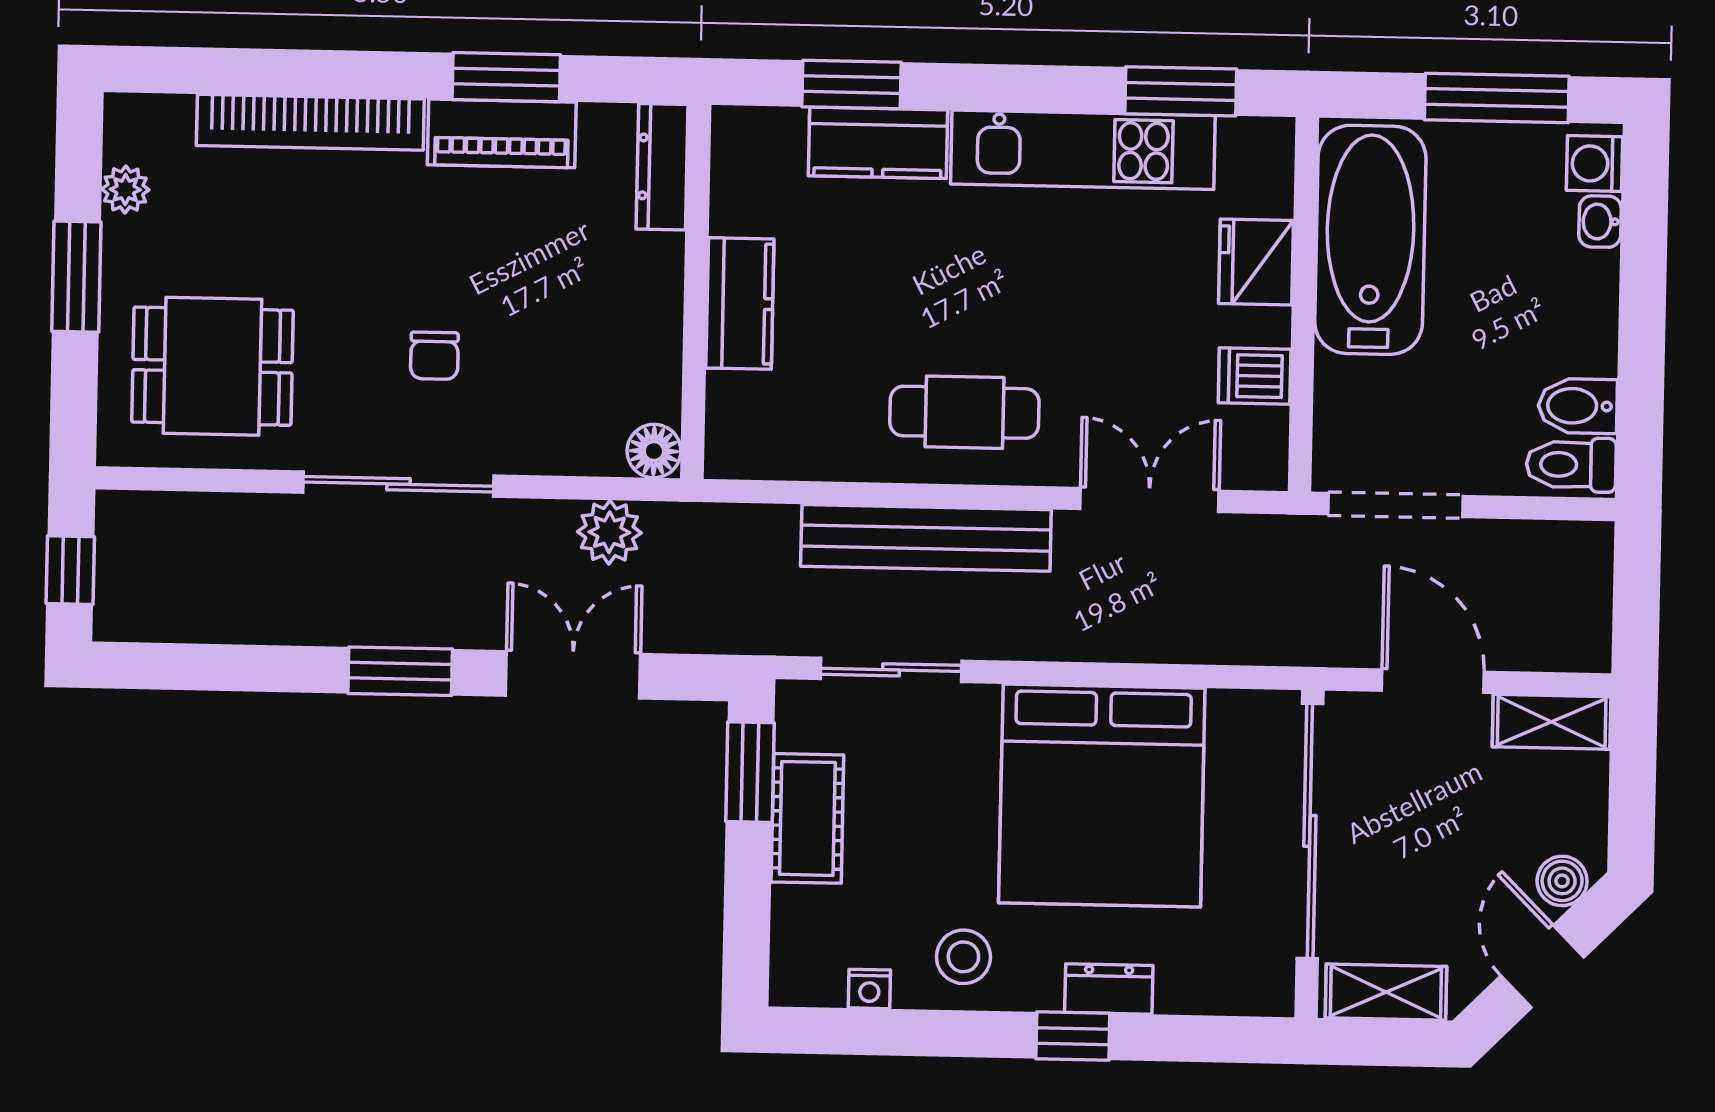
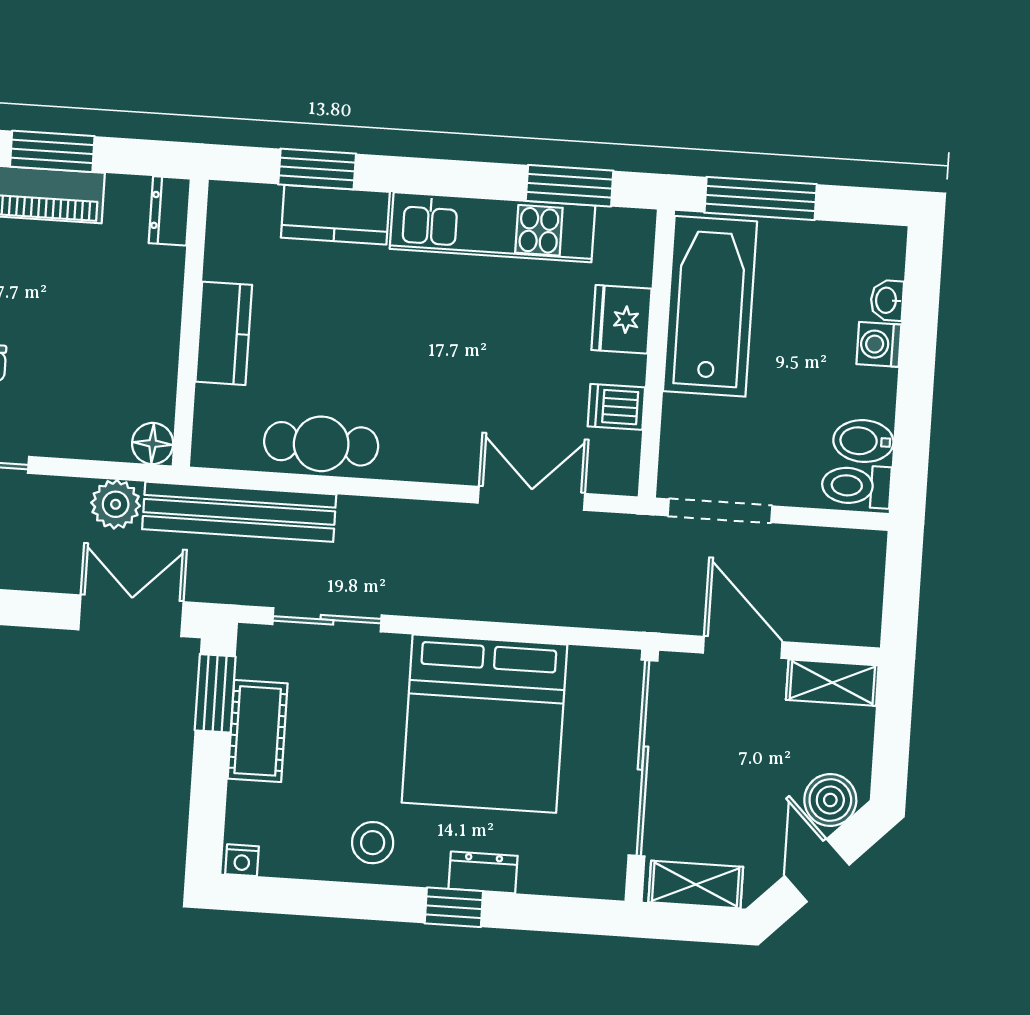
window: (1497, 98) -> (761, 198), moved
washing machine: (1594, 164) -> (879, 344), moved
dresser: (662, 167) -> (170, 211), width x0.70
cafe table: (964, 412) -> (321, 444), moved
bench: (926, 538) -> (239, 512), moved
double door: (573, 675) -> (131, 616), moved
boiler: (1562, 881) -> (830, 800), width x1.36, depth x1.36
nightstand: (869, 989) -> (242, 860), moved

